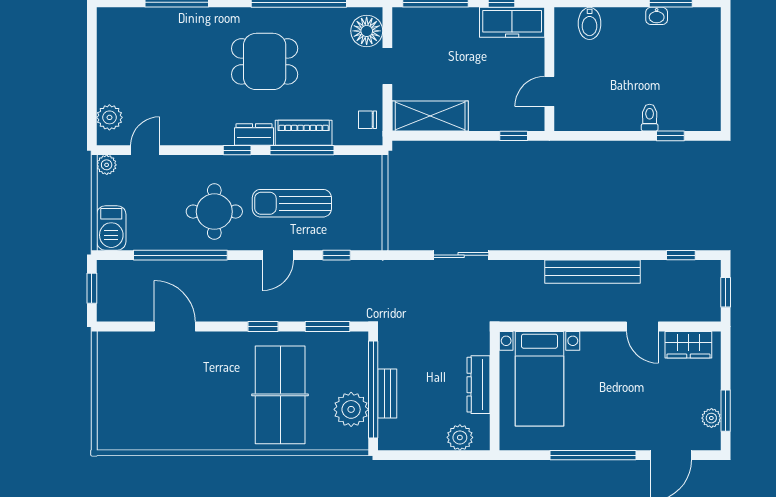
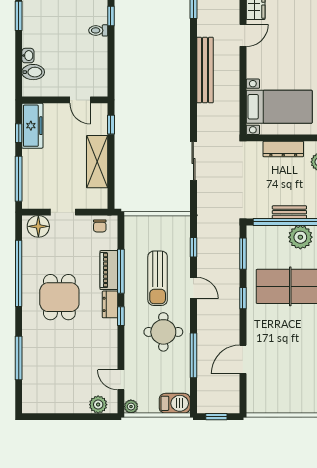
washbasin: (657, 16) -> (28, 56), moved
shelving: (430, 116) -> (97, 162), moved
window: (180, 255) -> (193, 355), width x0.68

